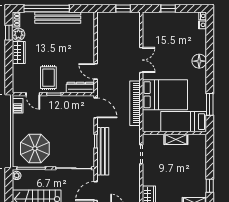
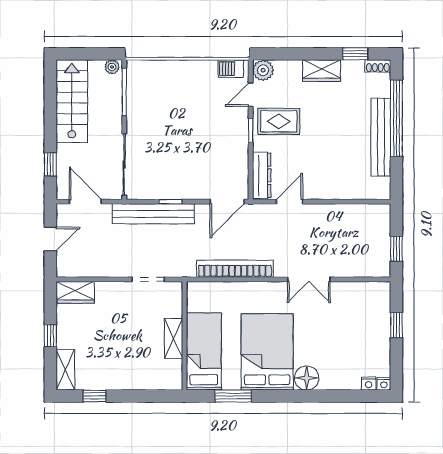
plant: (18, 34) -> (263, 70), moved
bed: (165, 95) -> (267, 352), moved, turned 180
parasol: (35, 149) -> (158, 98), removed

